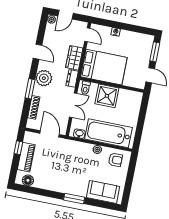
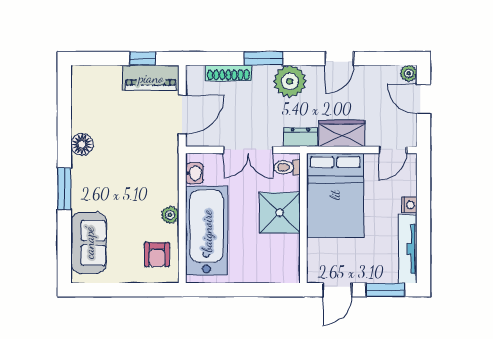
tv unit: (137, 37) -> (408, 249), added
piano: (26, 157) -> (151, 78), moved
floor lamp: (28, 180) -> (82, 144), moved

